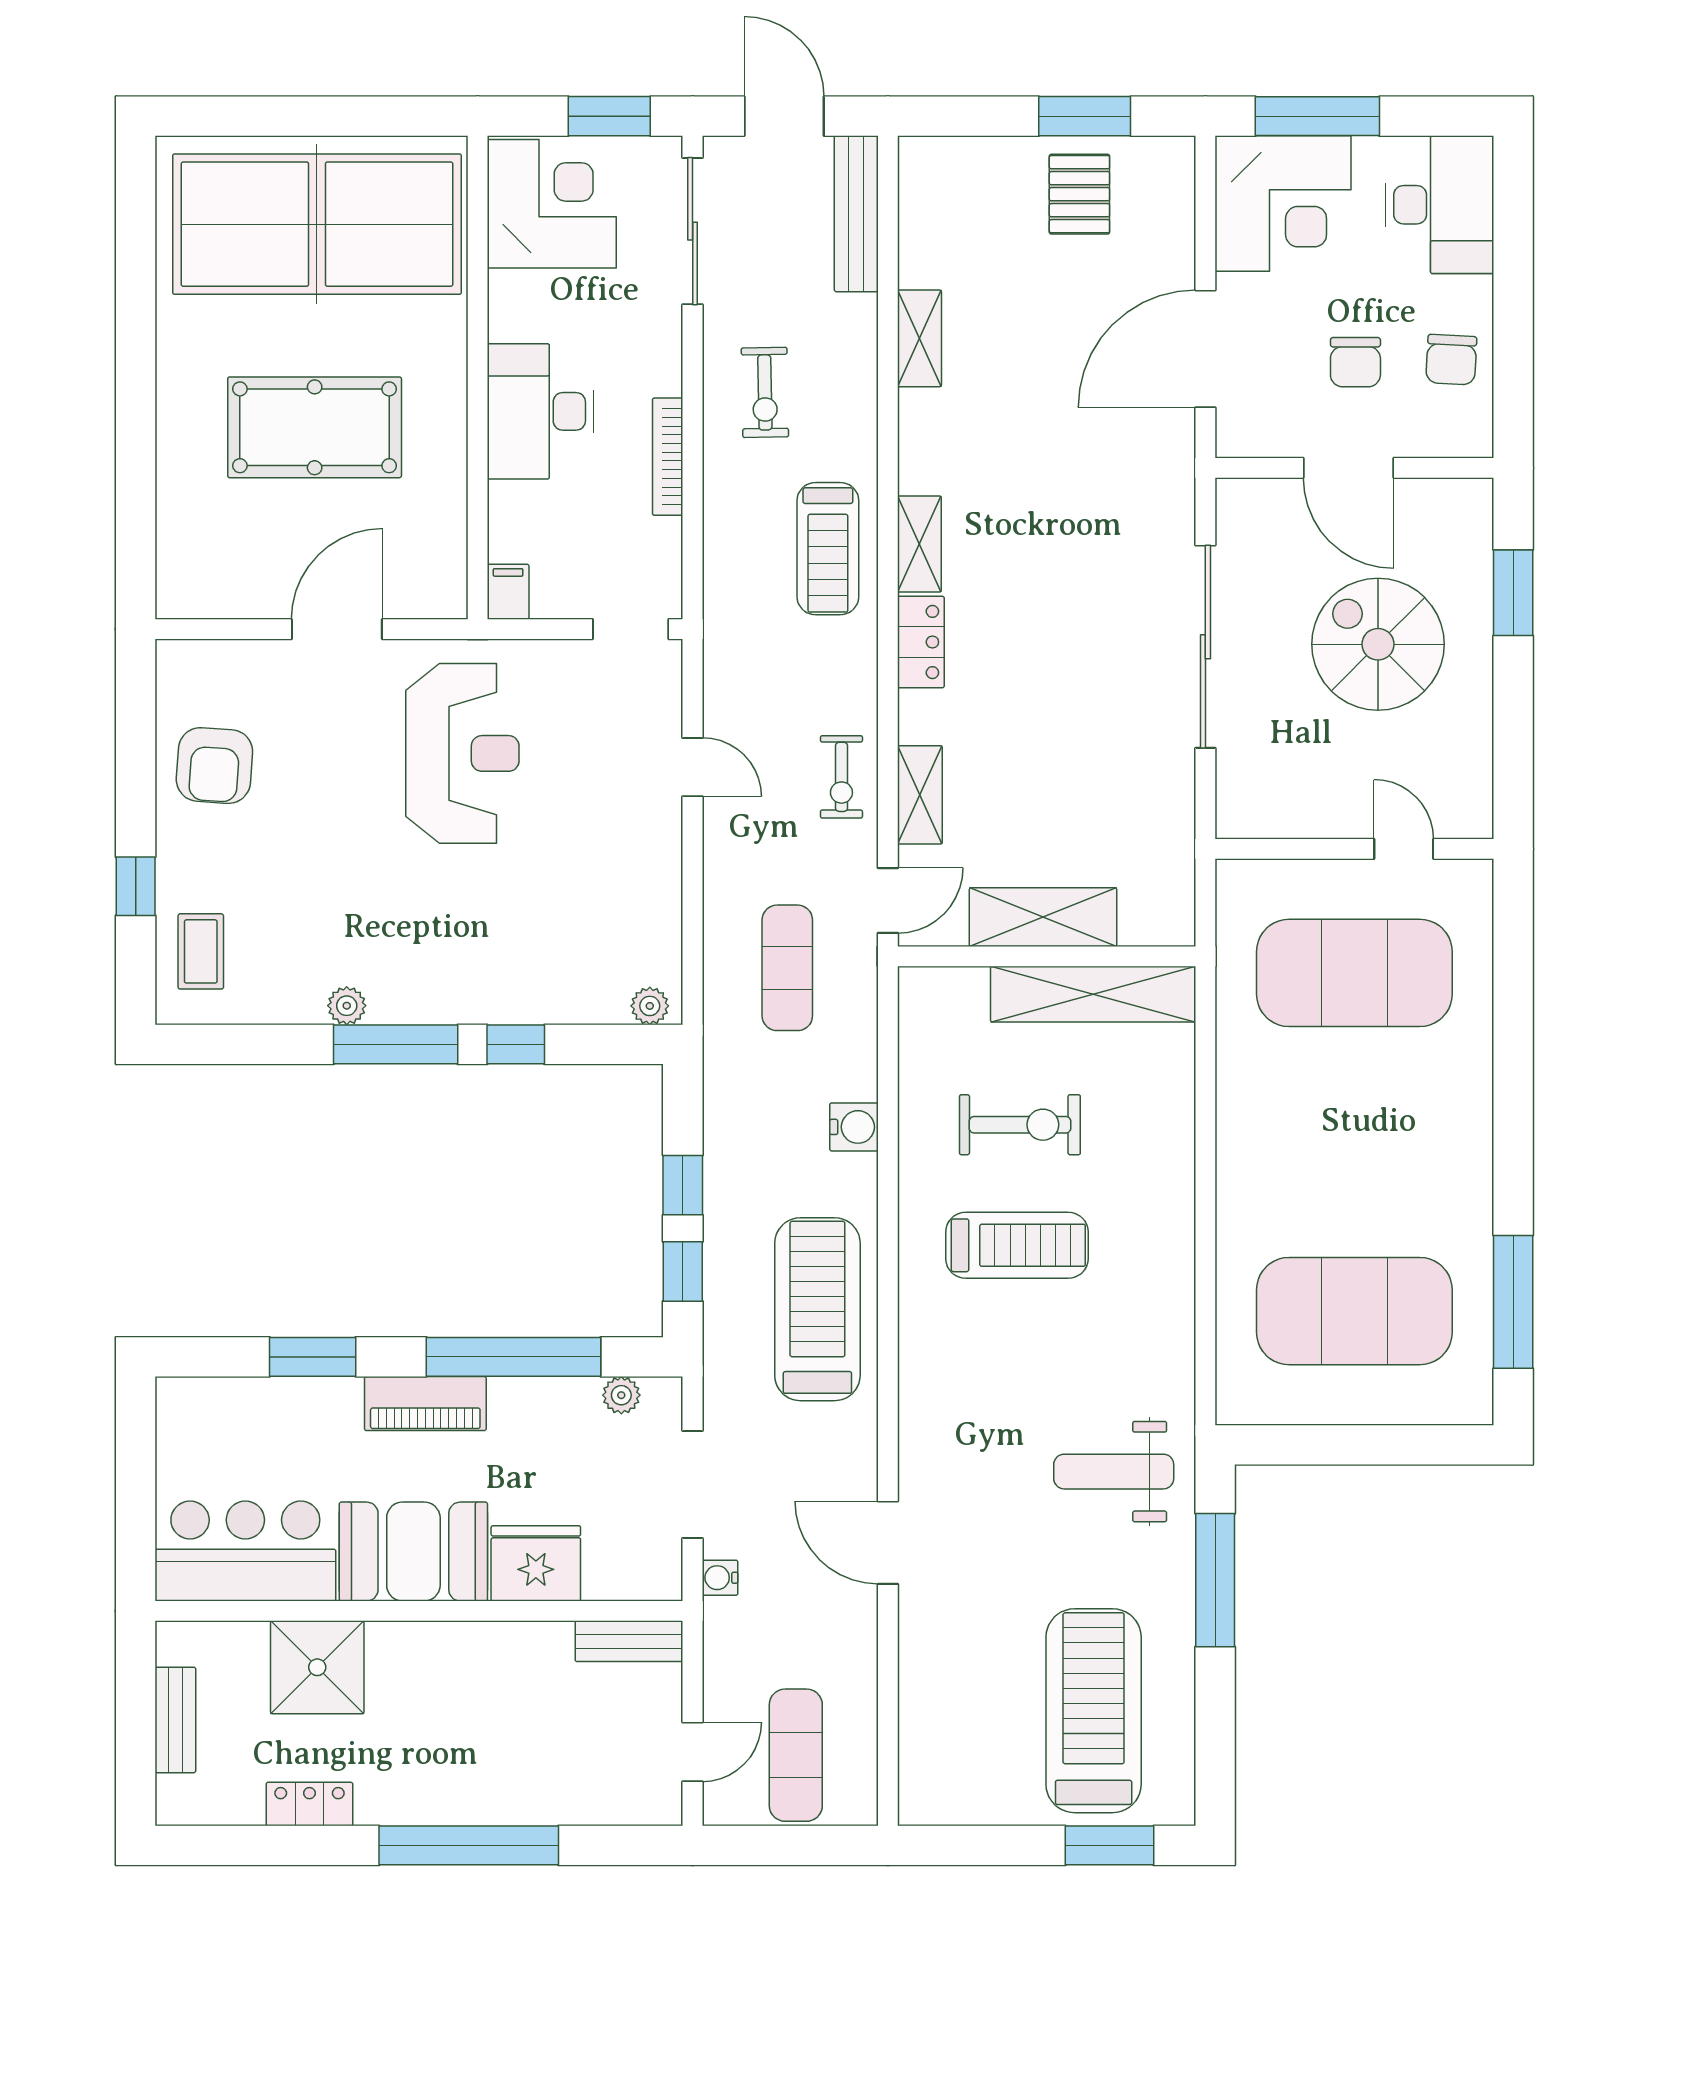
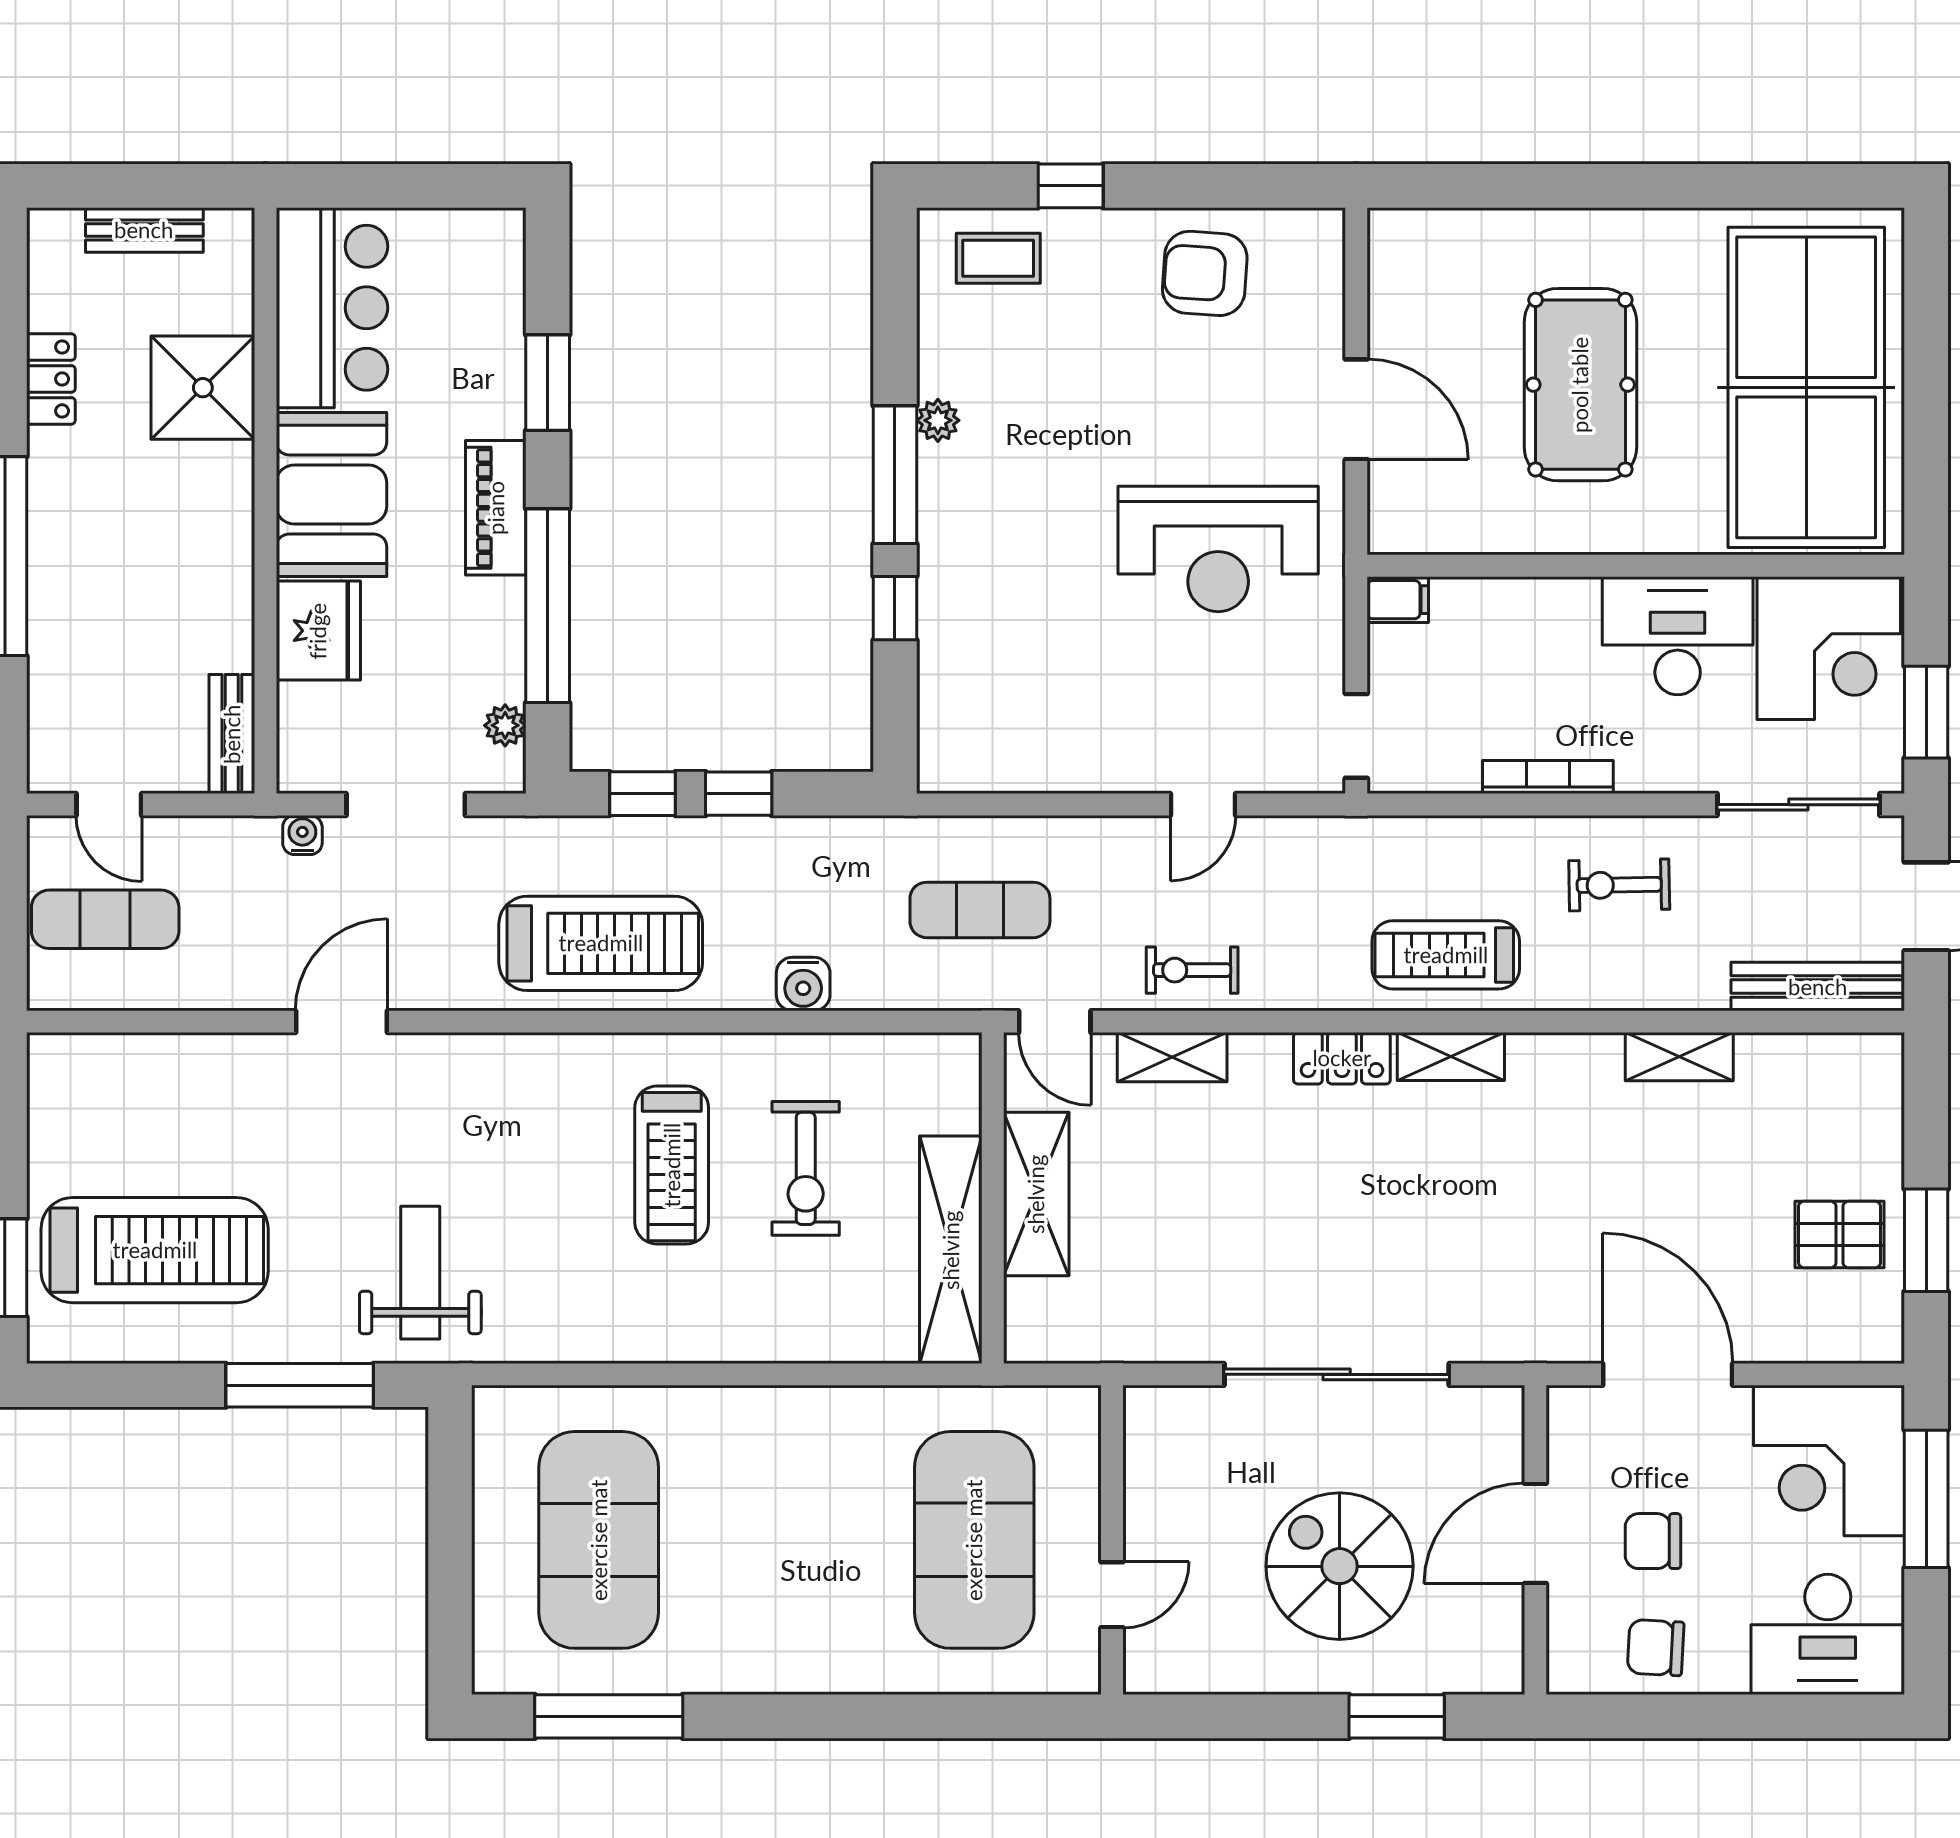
desk: (541, 411) -> (1678, 636), moved
spiral stairs: (1378, 644) -> (1340, 1566), turned -90
plant: (650, 1006) -> (938, 757), removed

